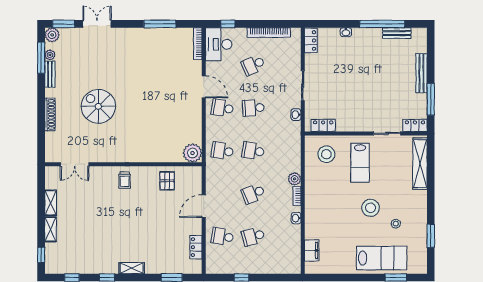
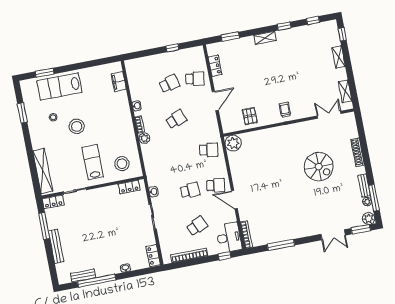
school desk: (253, 151) -> (183, 155), removed
shelving: (51, 203) -> (345, 91), moved

